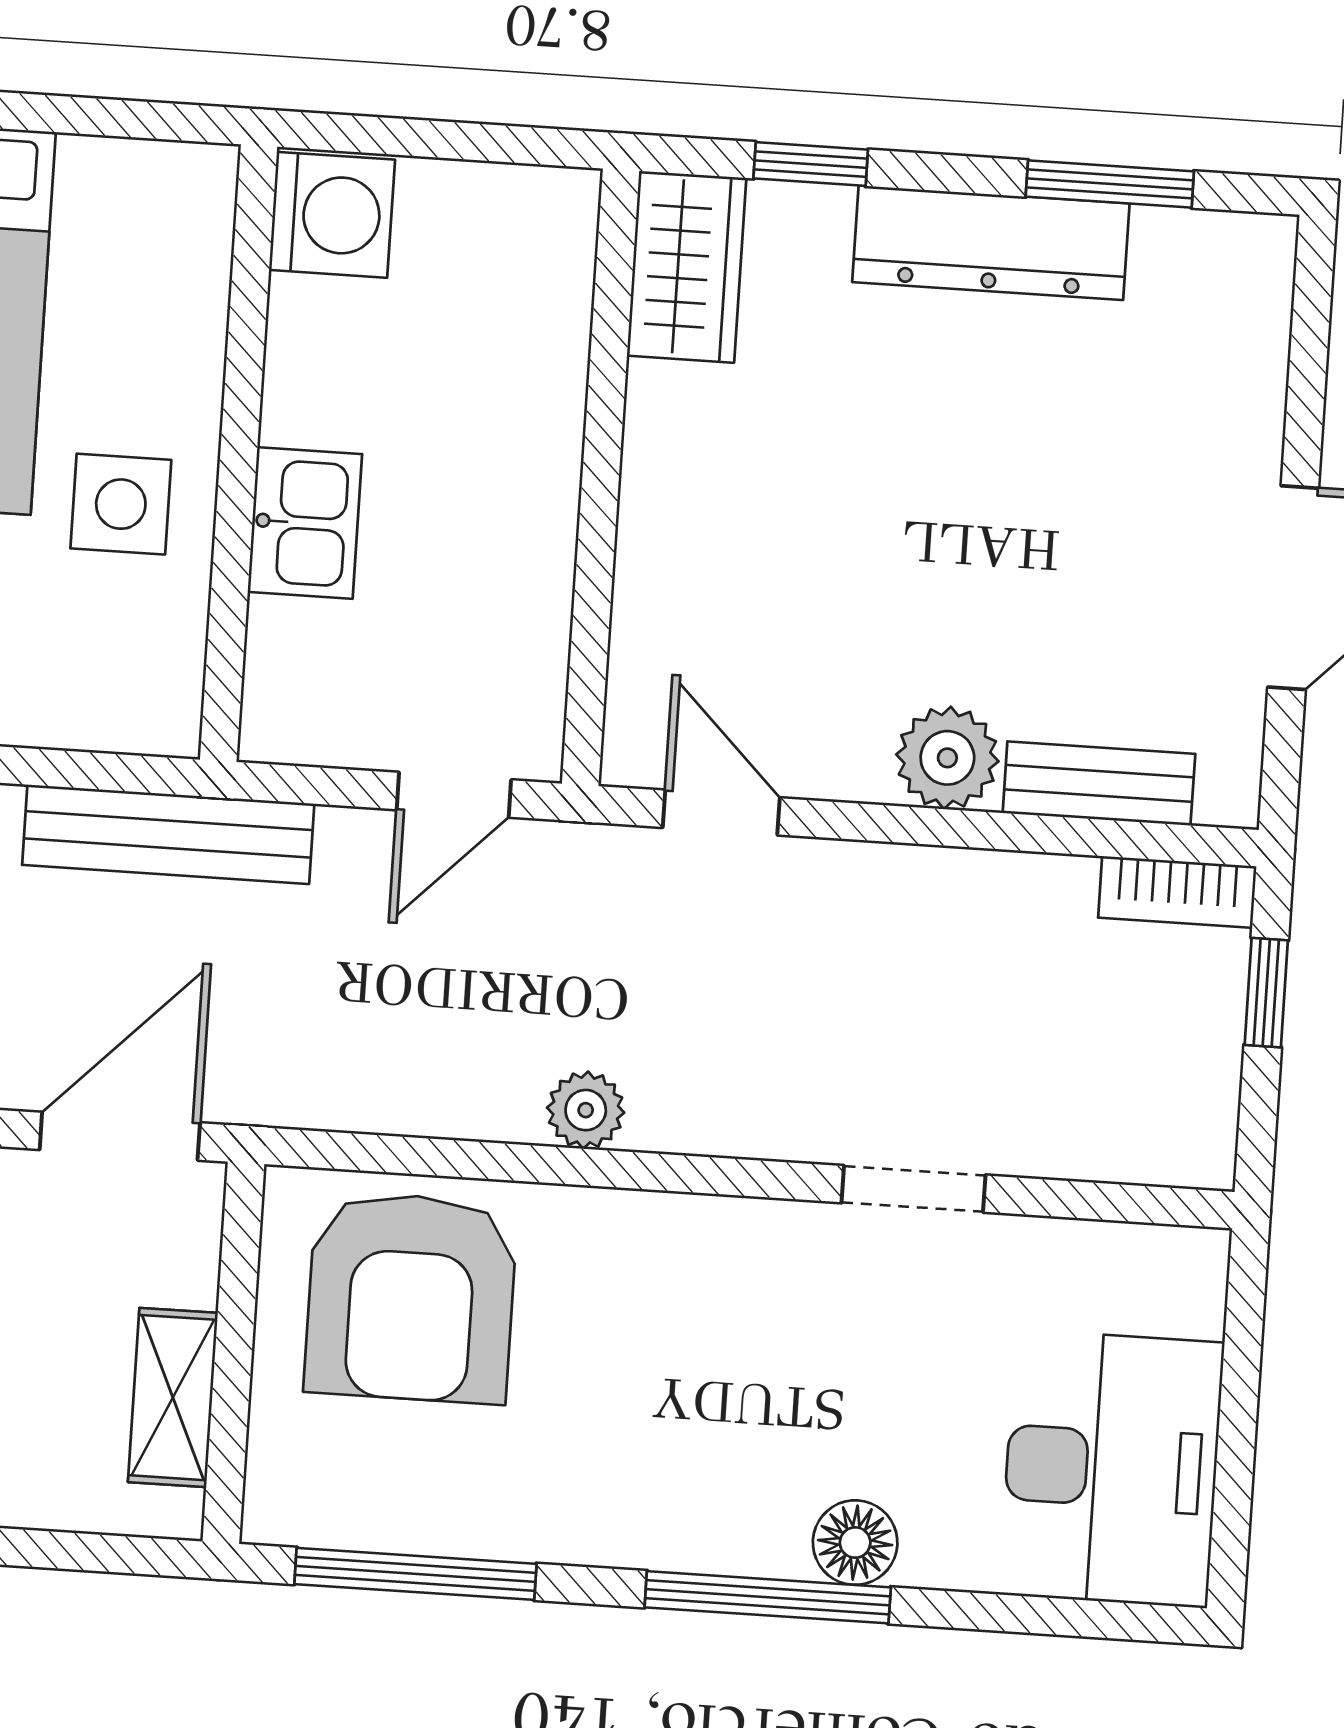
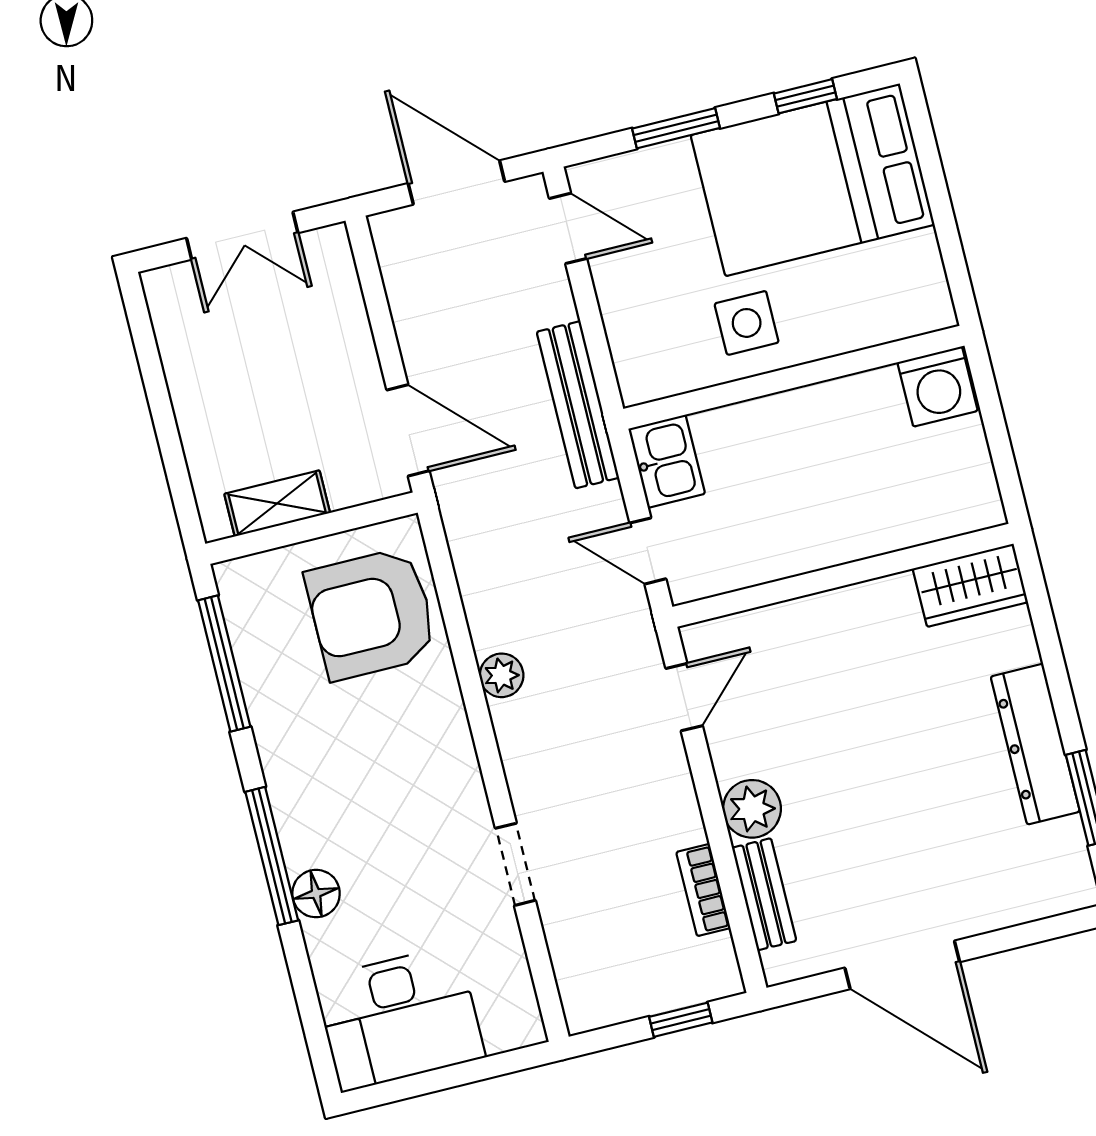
window: (811, 164) -> (1047, 634), removed
kitchen sink: (305, 523) -> (667, 461), moved, turned -90
bookcase: (1177, 892) -> (703, 890), moved

